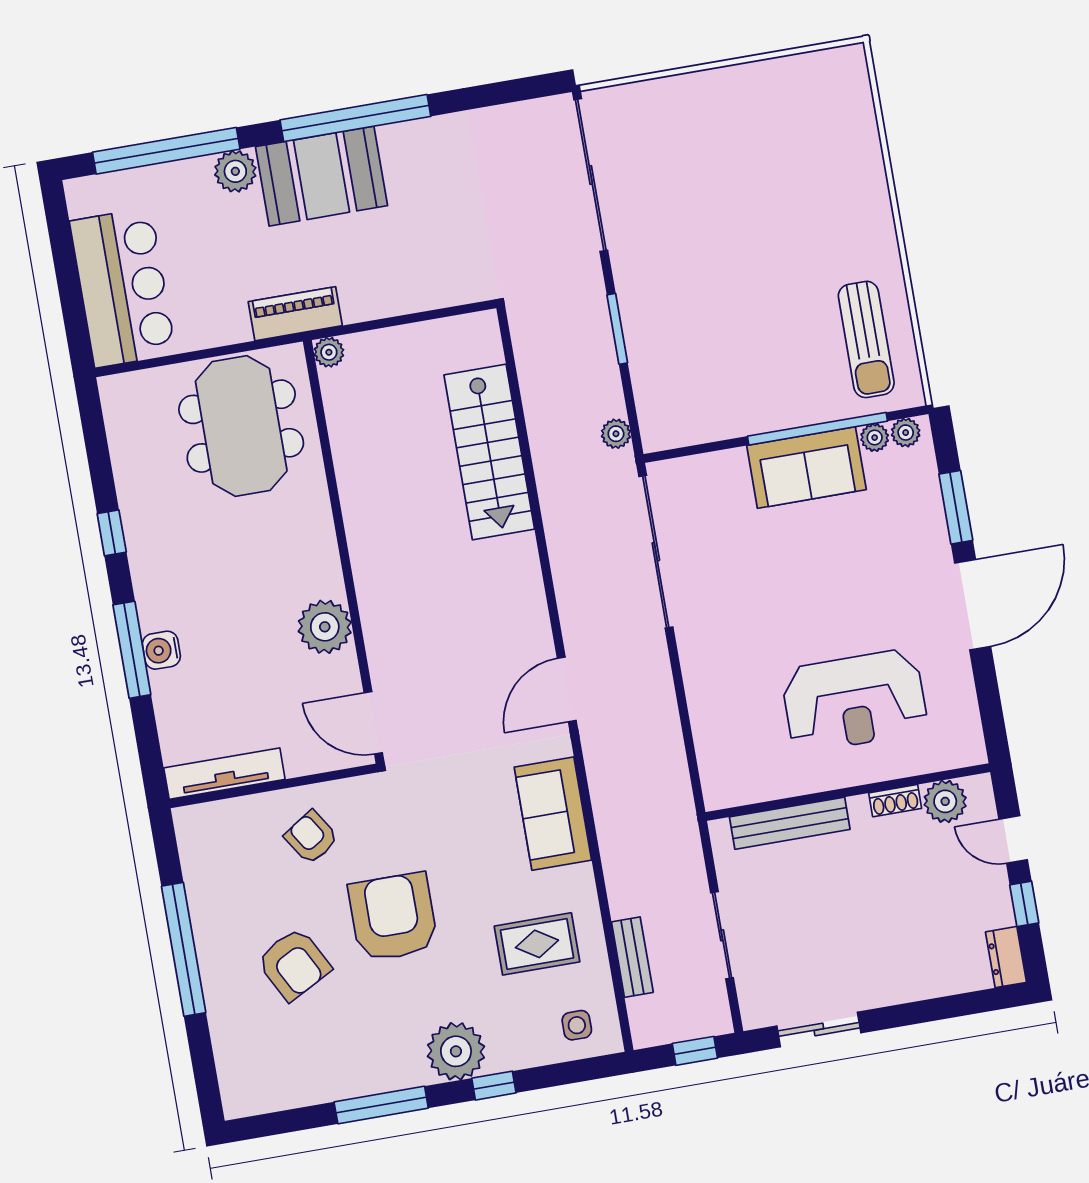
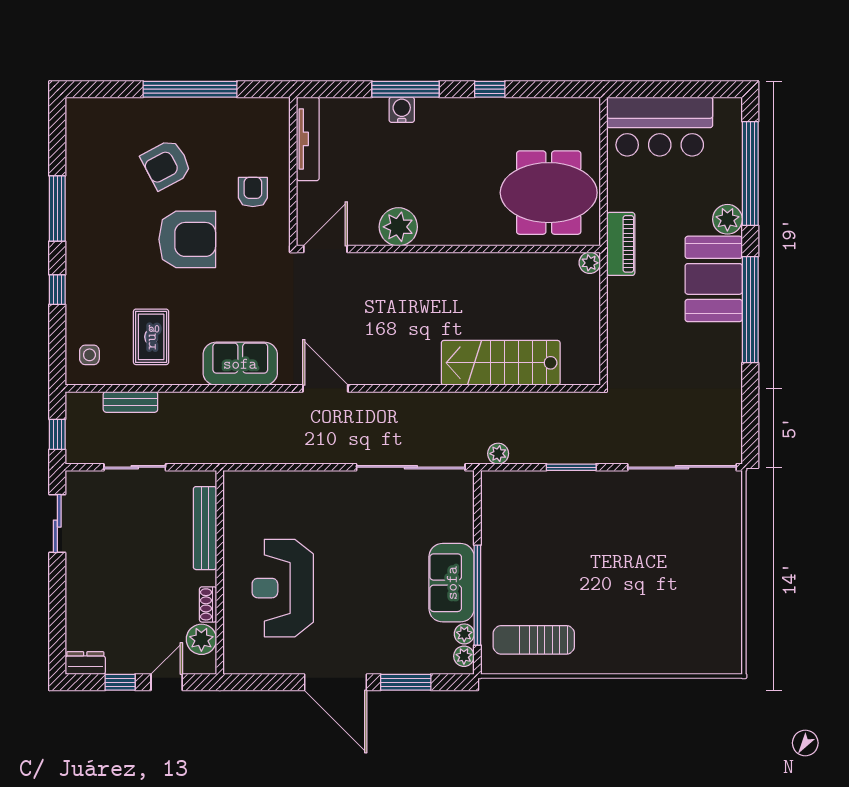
armchair: (311, 837) -> (253, 192), turned -57
plant: (456, 1051) -> (86, 267), removed

